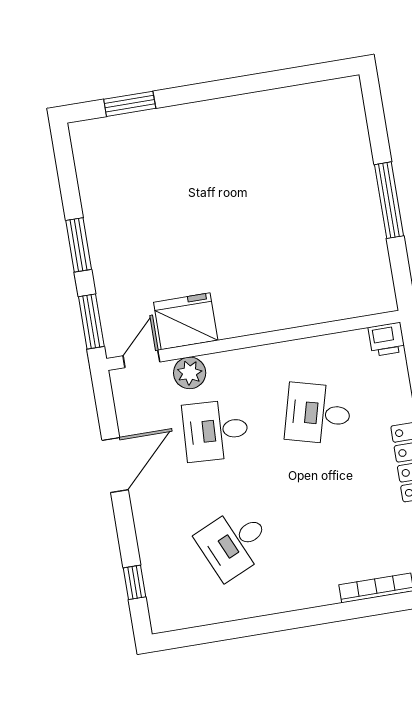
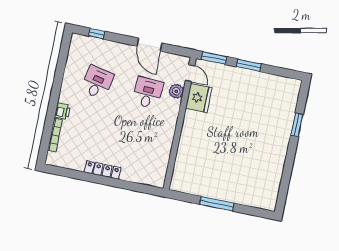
window: (130, 104) -> (297, 125), moved
printer: (387, 339) -> (62, 111), moved, turned 180
desk: (318, 414) -> (138, 139), removed
desk: (234, 543) -> (97, 82), turned 36

